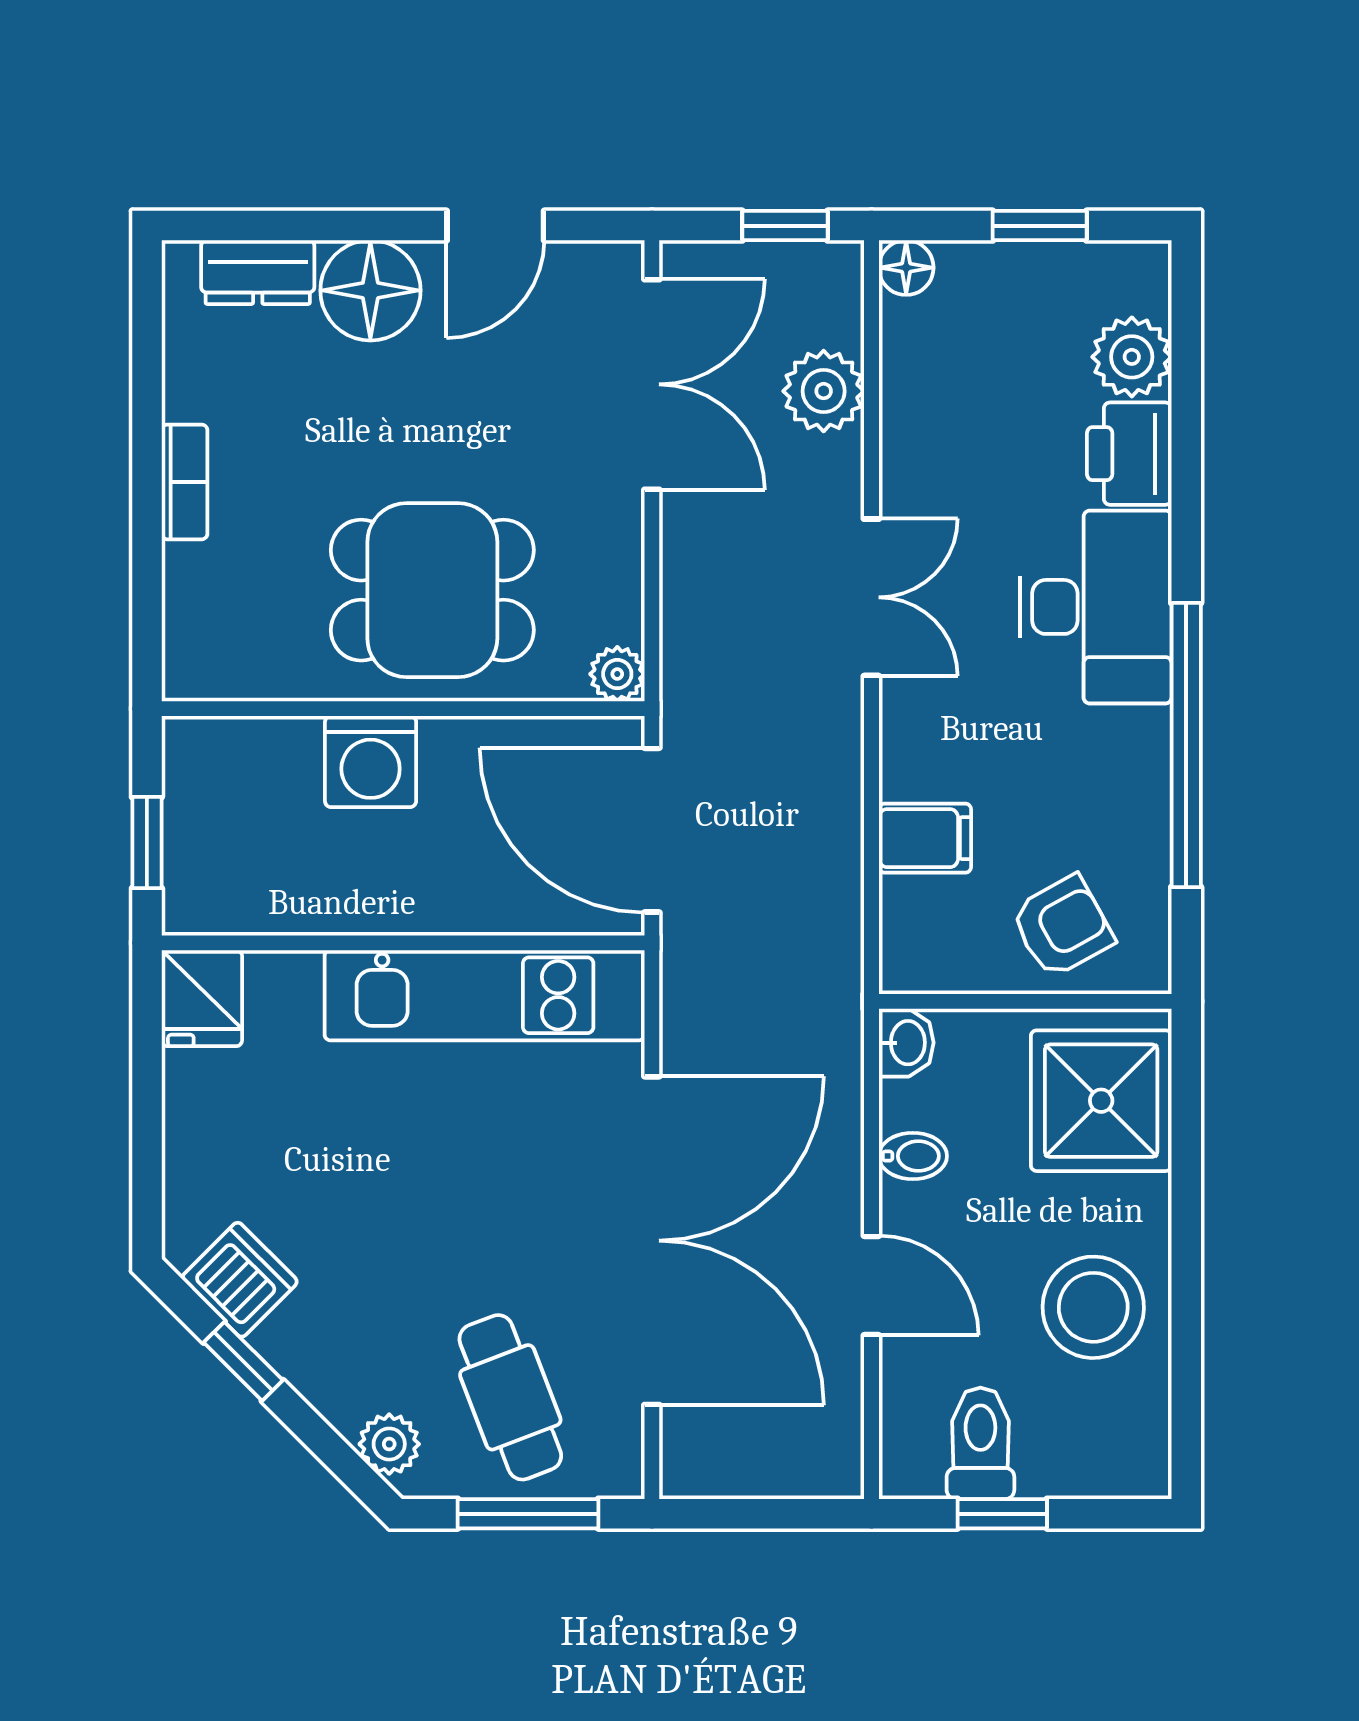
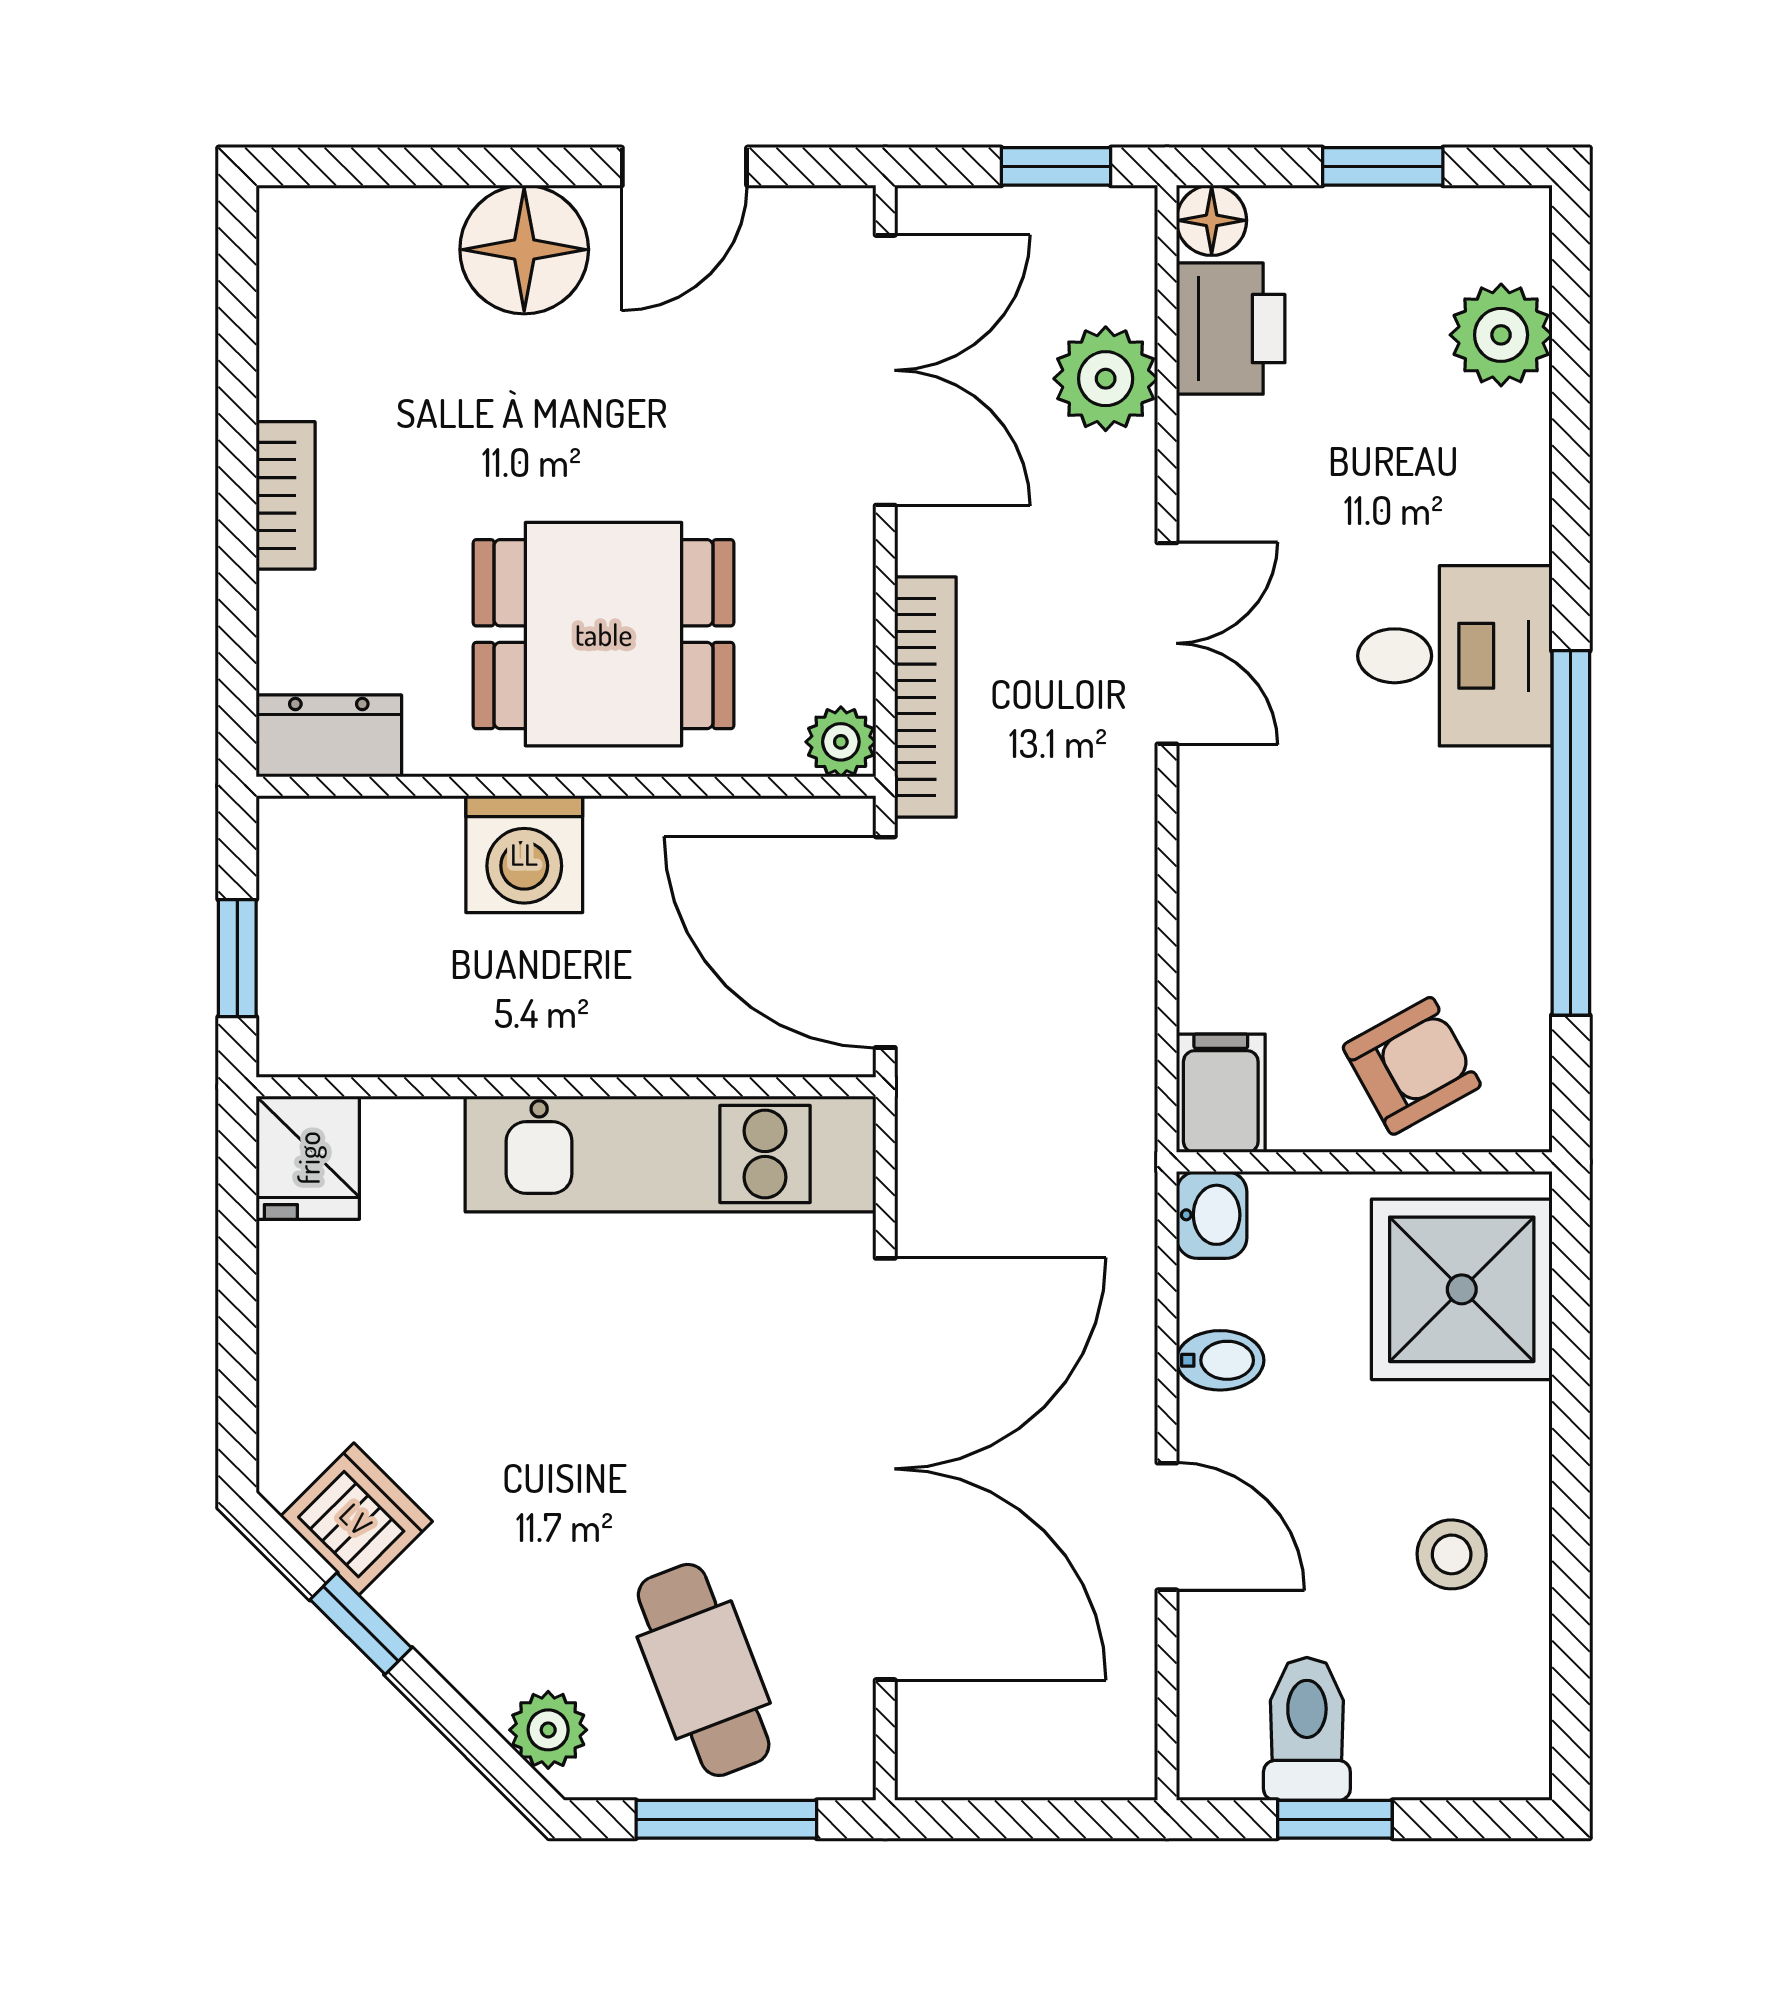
dresser: (258, 272) -> (329, 736), moved, turned 180
printer: (1129, 454) -> (1231, 329), moved, turned 180
desk: (1096, 607) -> (1455, 656), width x0.73
bookcase: (683, 639) -> (925, 697), added
filing cabinet: (925, 838) -> (1221, 1093), moved, turned -90
stool: (1093, 1307) -> (1452, 1554), width x0.53, depth x0.53

